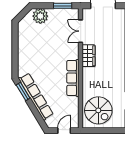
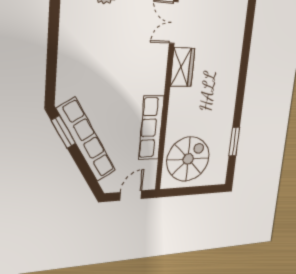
row of seats: (73, 78) -> (151, 128), moved
spiral stairs: (98, 110) -> (188, 159), turned -90

